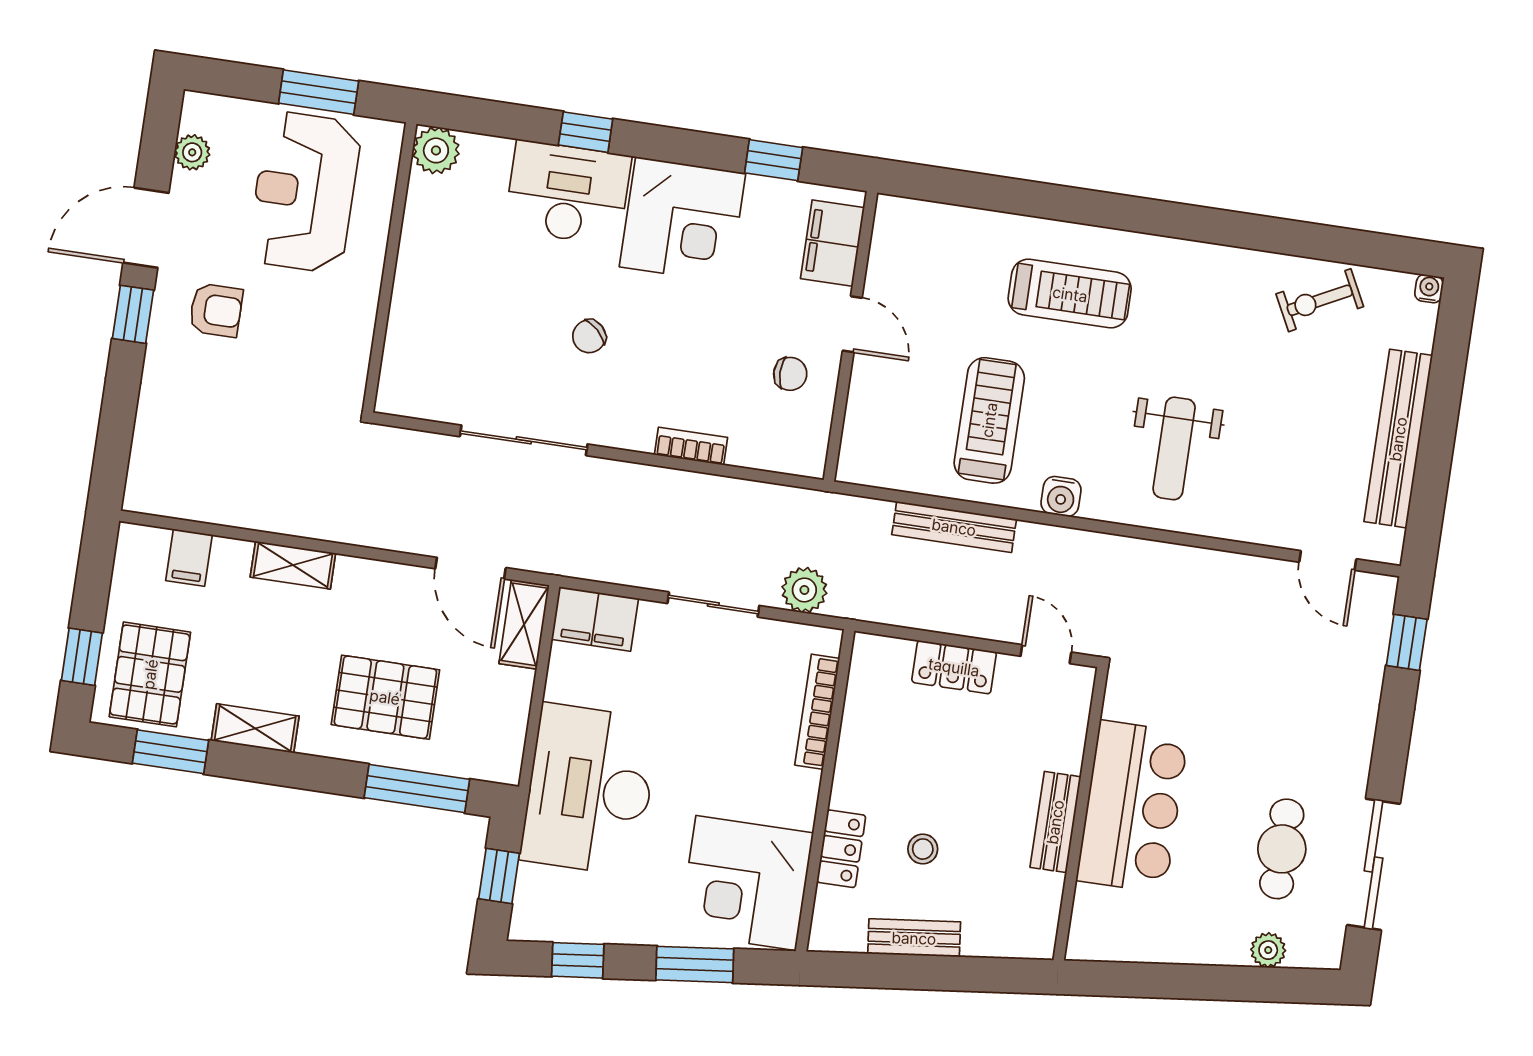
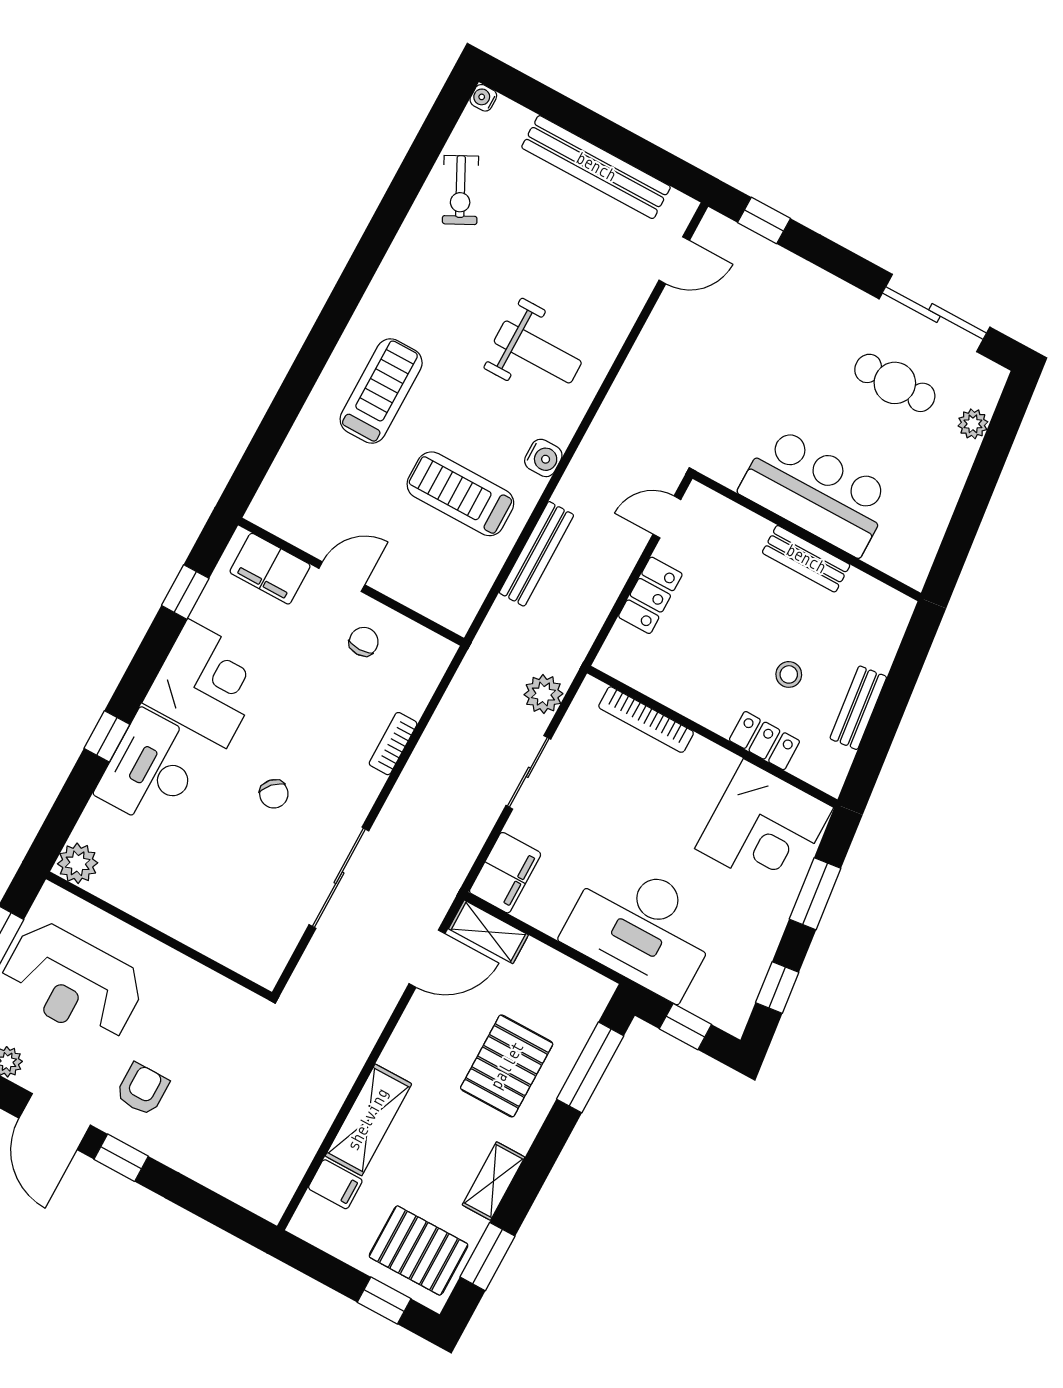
shelving: (293, 565) -> (368, 1120), width x1.50, depth x1.33

